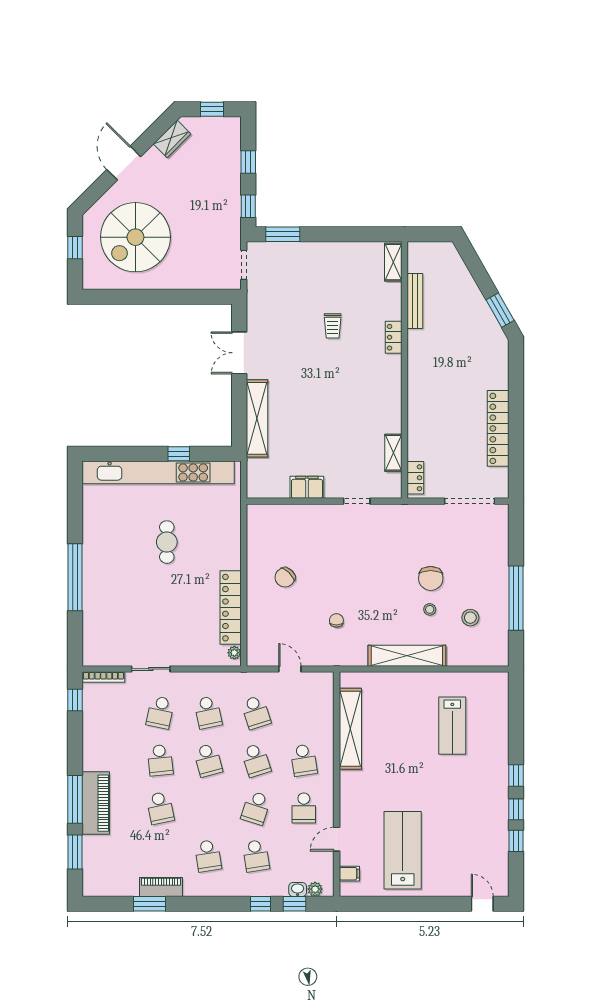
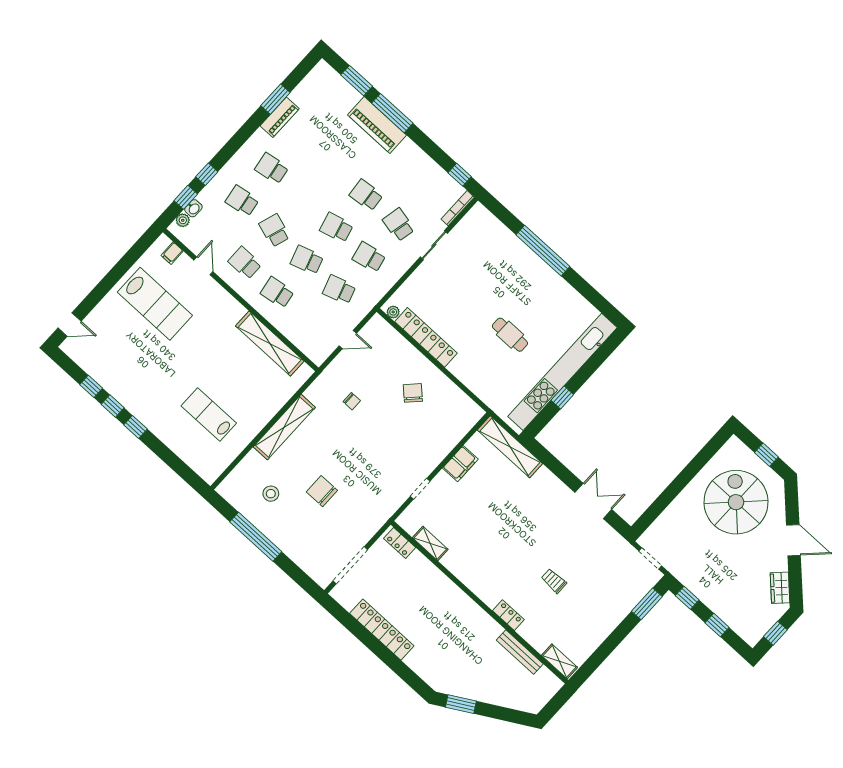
shelving: (257, 418) -> (510, 447), moved
stool: (430, 609) -> (302, 471), removed
school desk: (160, 808) -> (334, 166), removed

